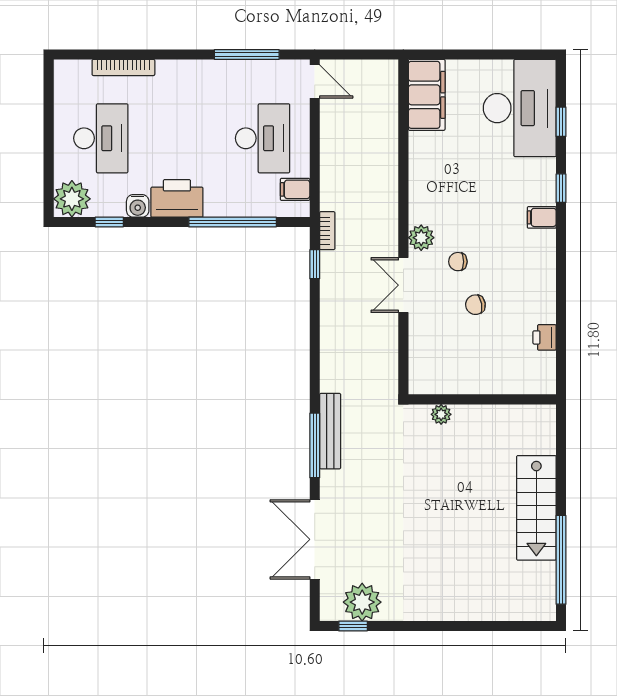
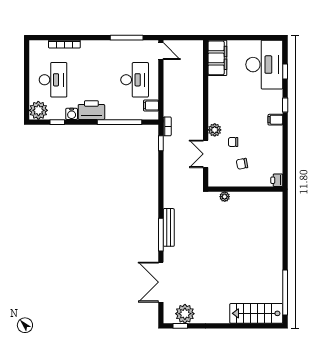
wall: (482, 399) -> (245, 189), moved
plant: (441, 414) -> (225, 197), moved
stairs: (536, 508) -> (256, 313), moved, turned 90

